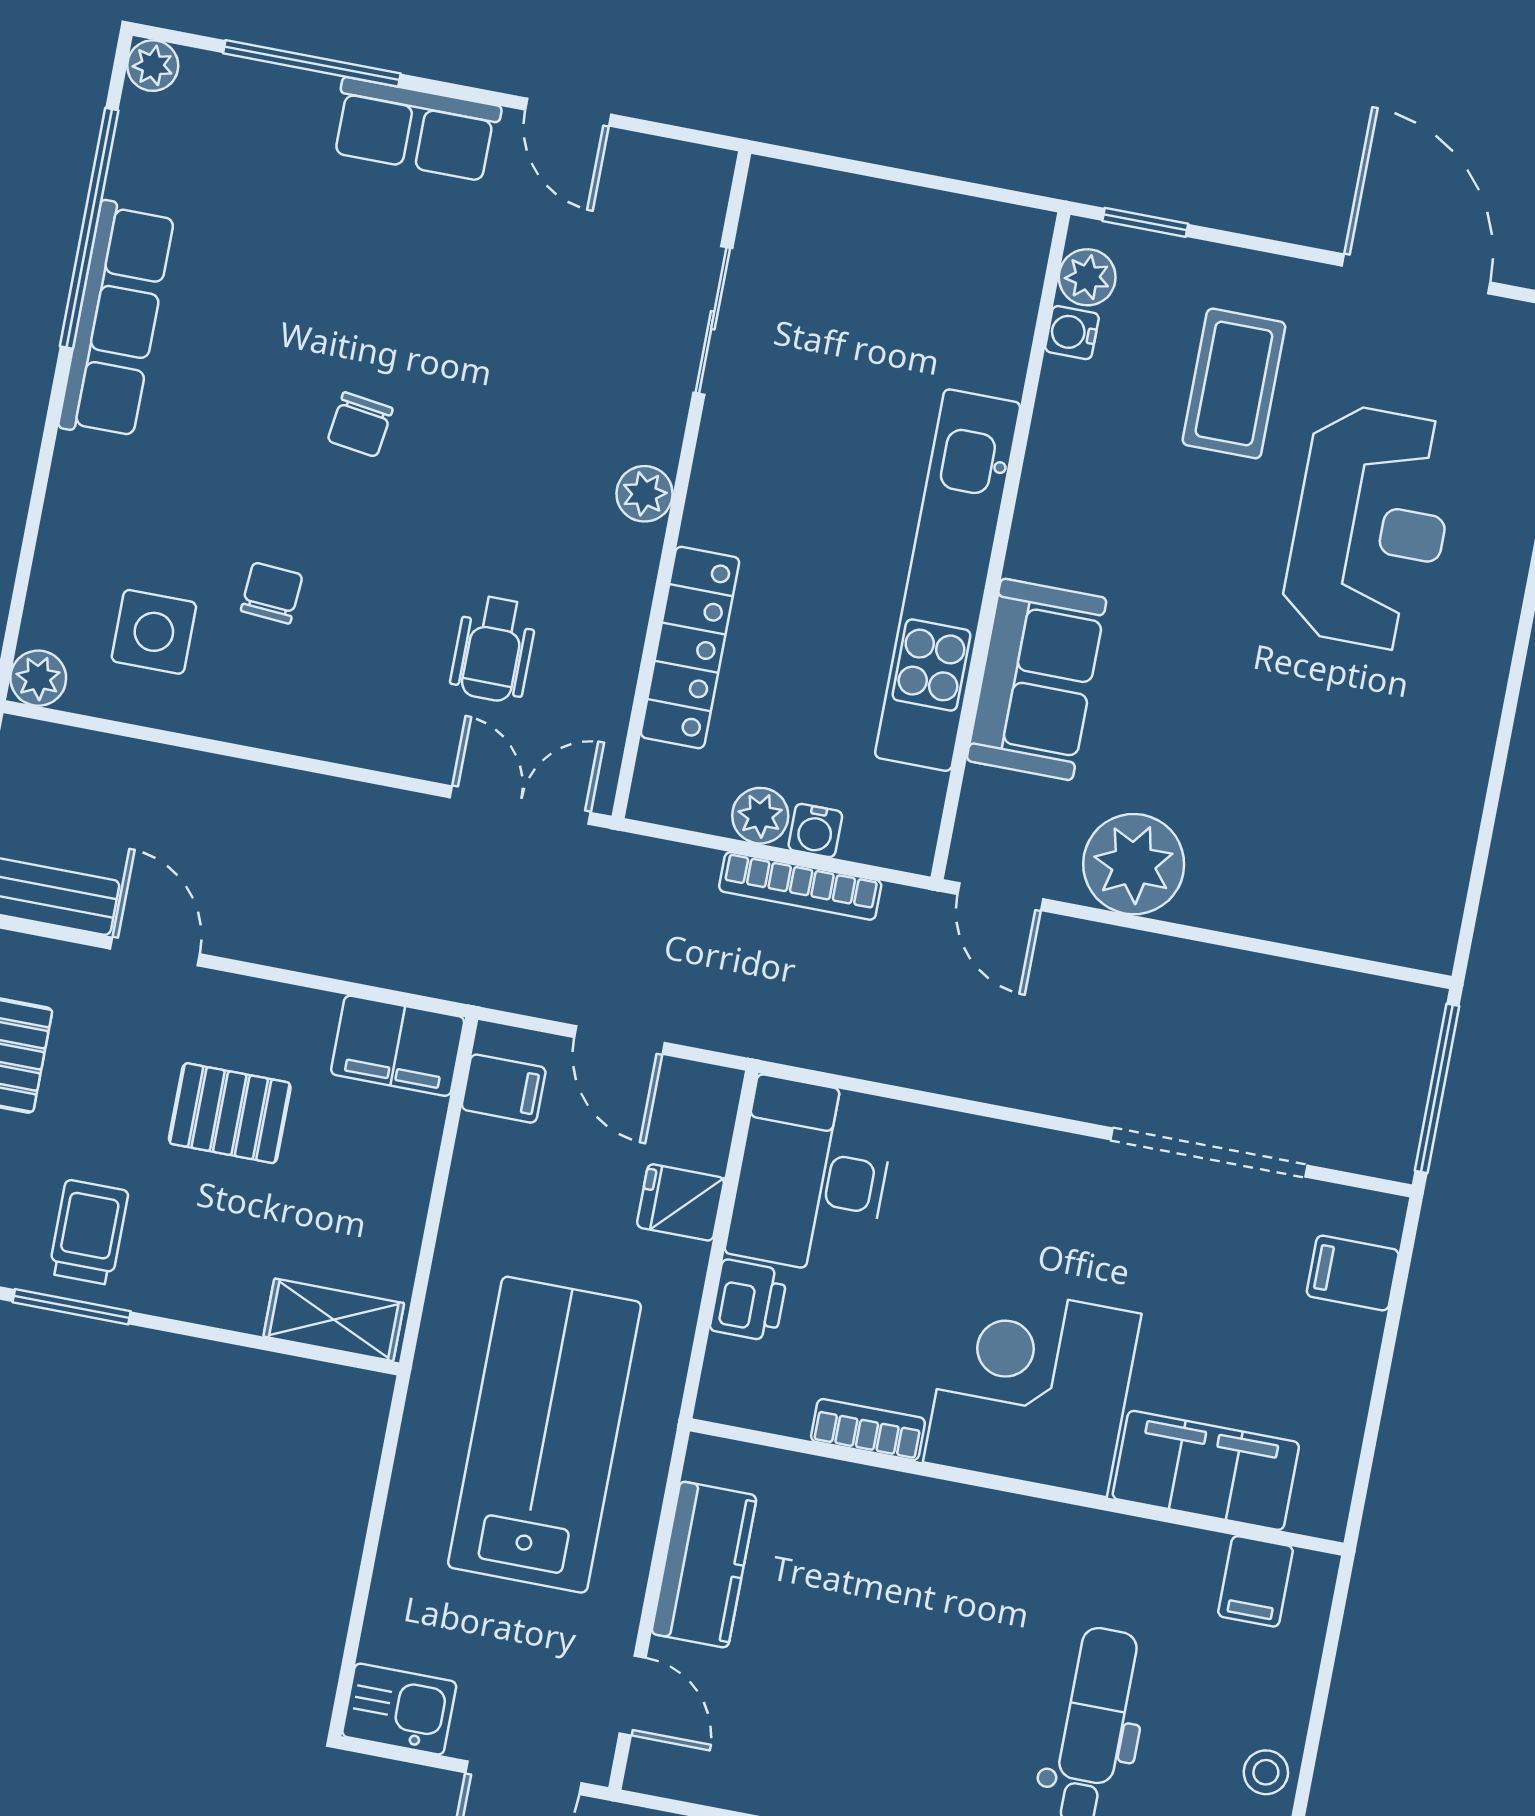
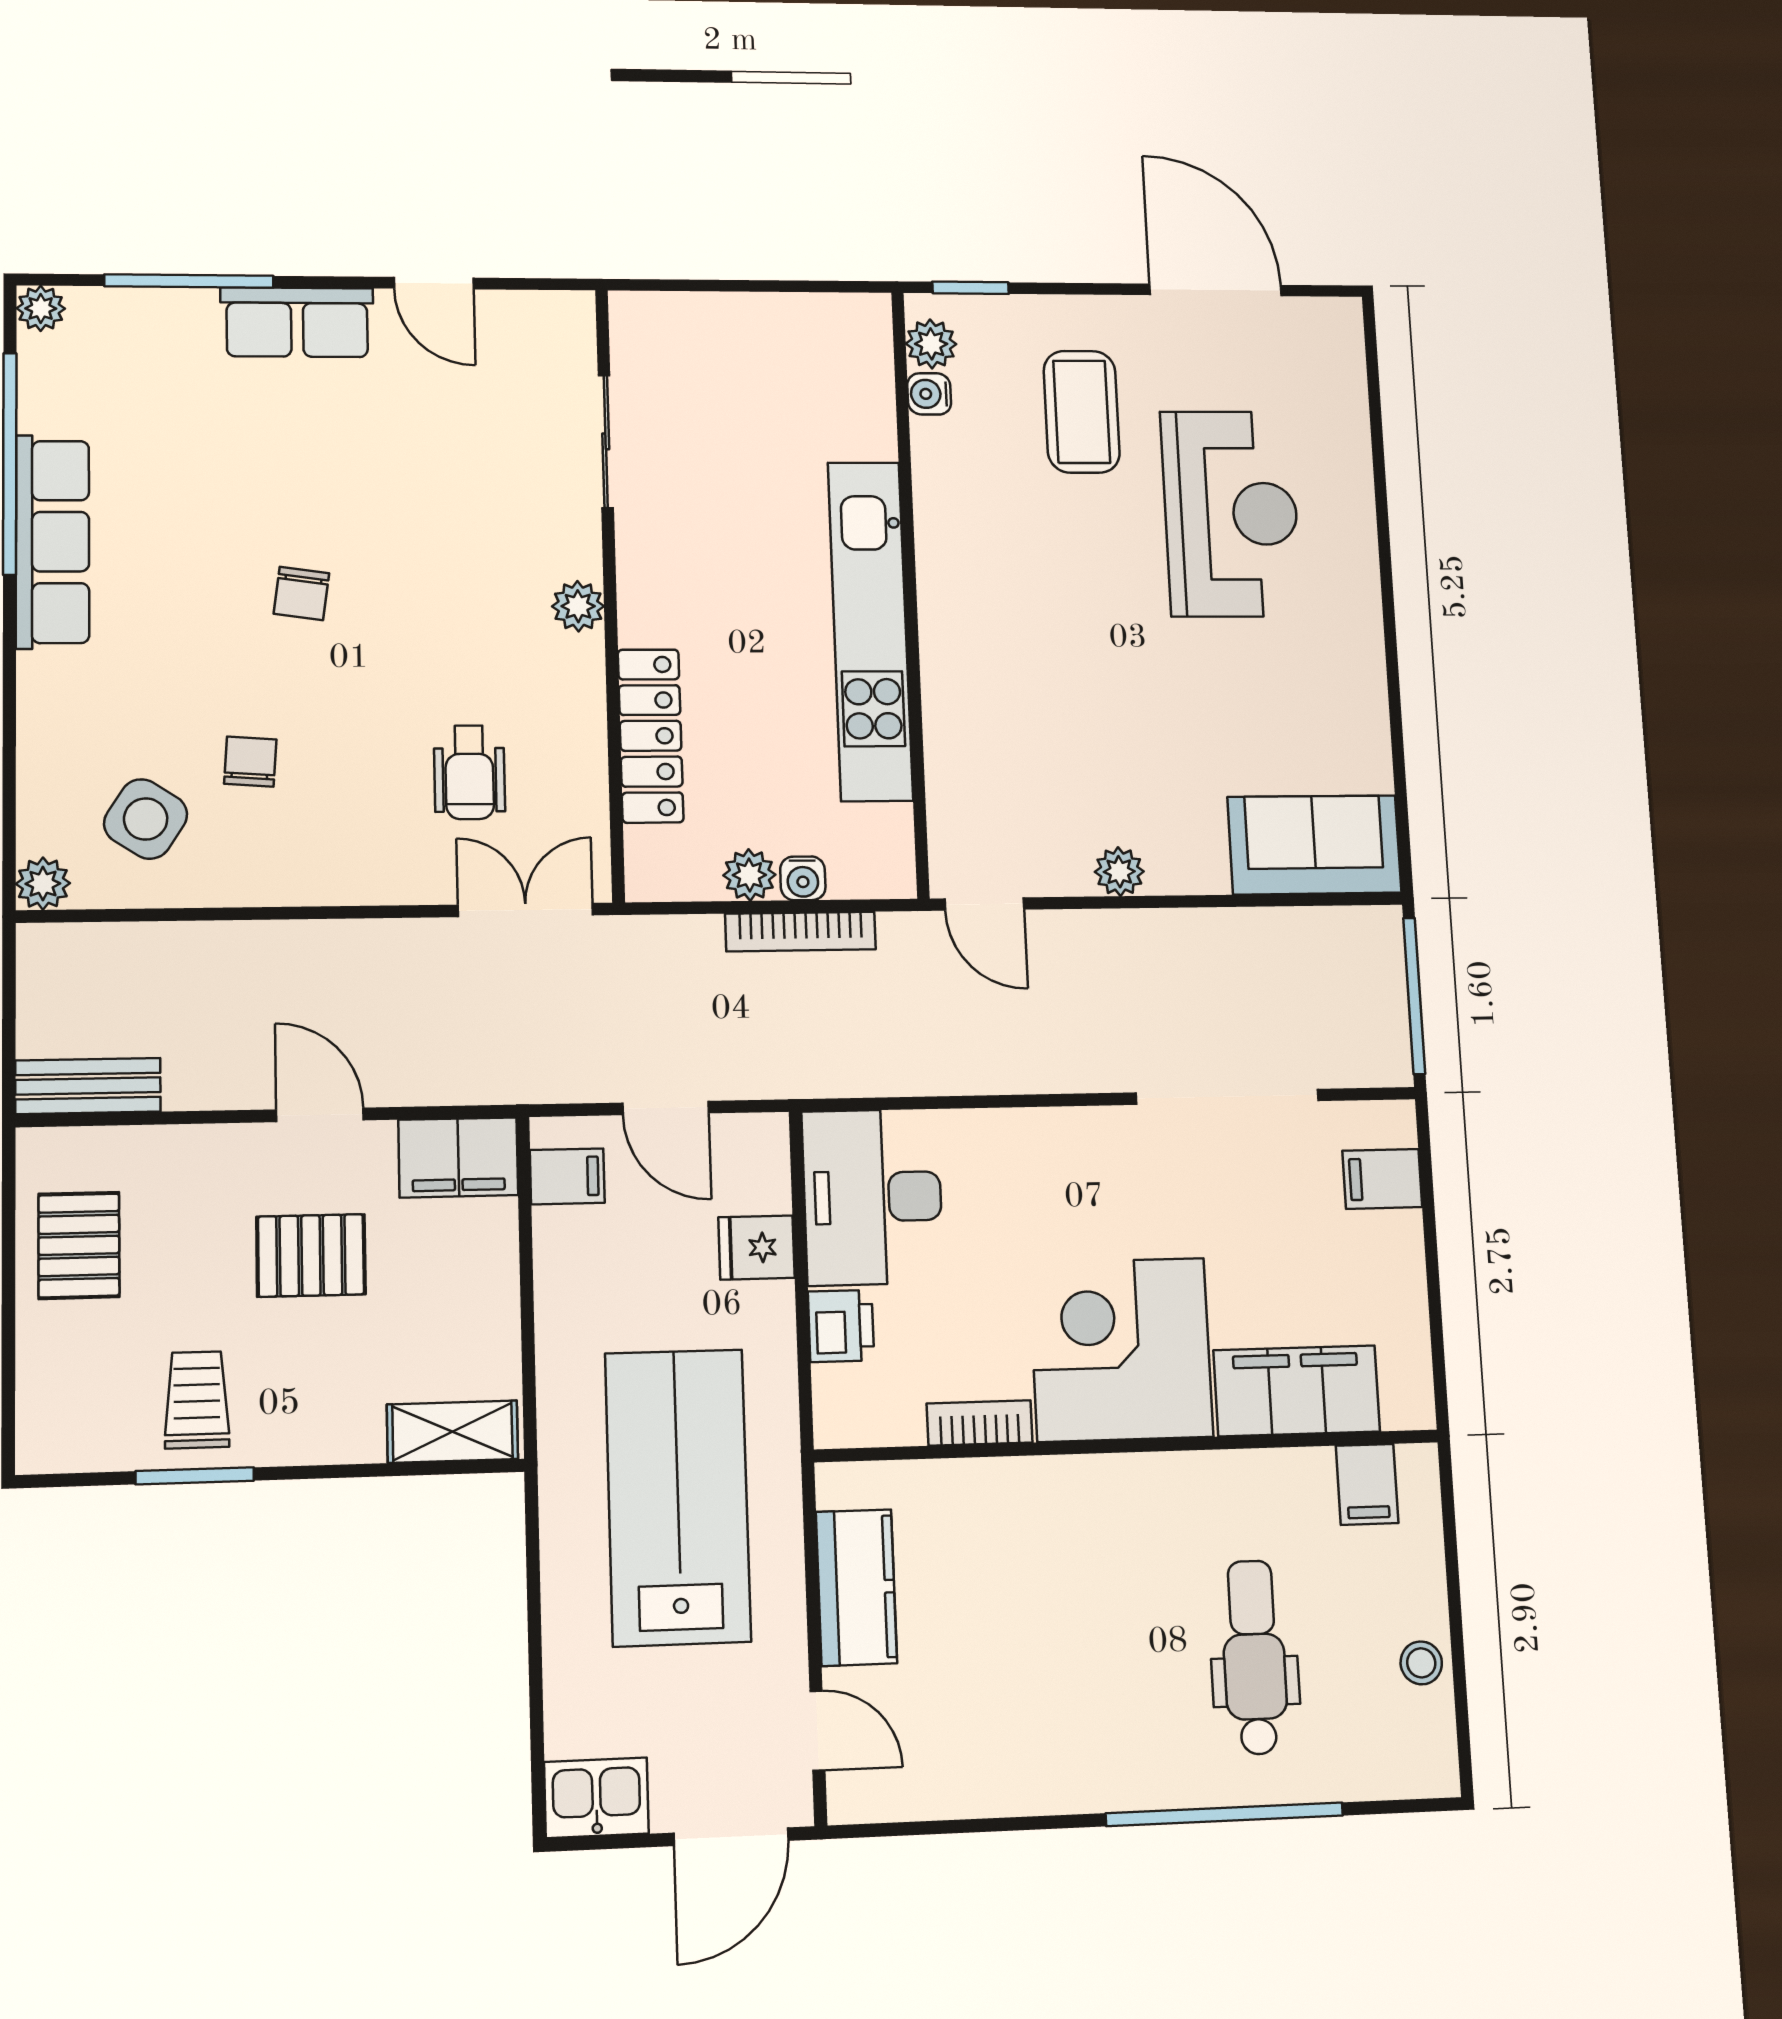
side table: (154, 632) -> (146, 819), turned 33
sofa: (1037, 679) -> (1314, 845), moved, turned -90
plant: (1134, 864) -> (1119, 872), width x0.53, depth x0.53
door: (155, 951) -> (320, 1115), moved

